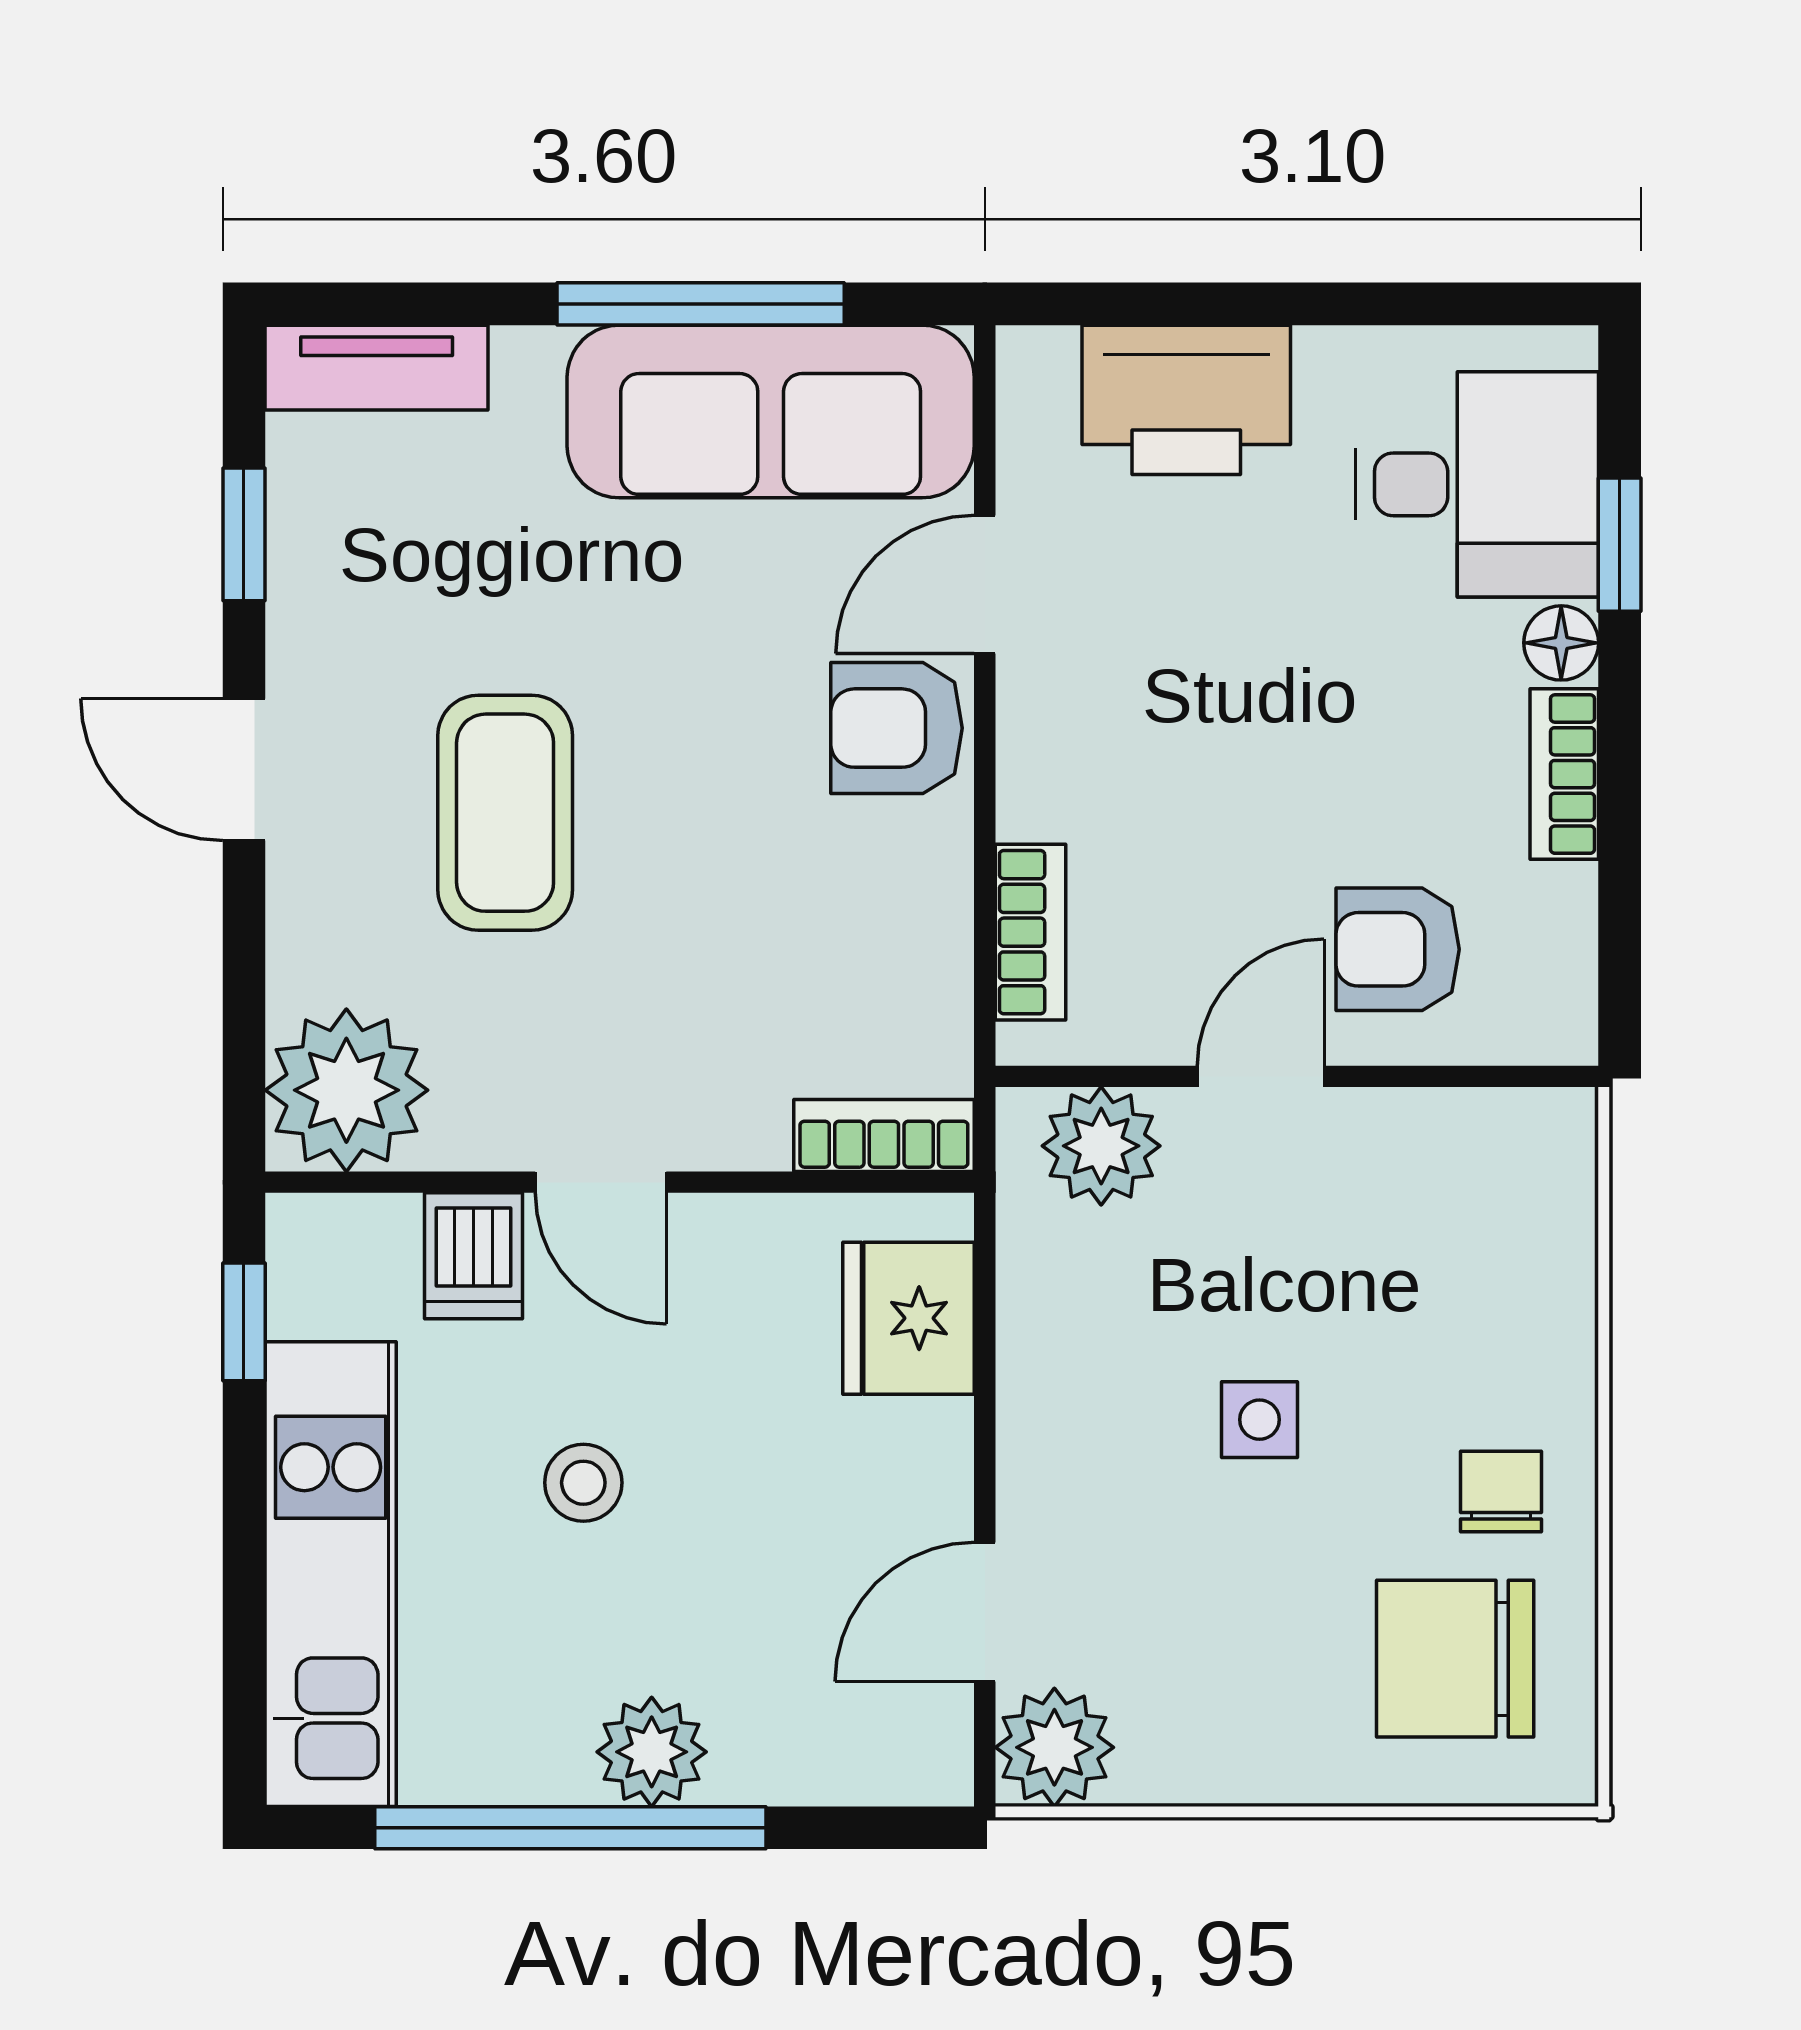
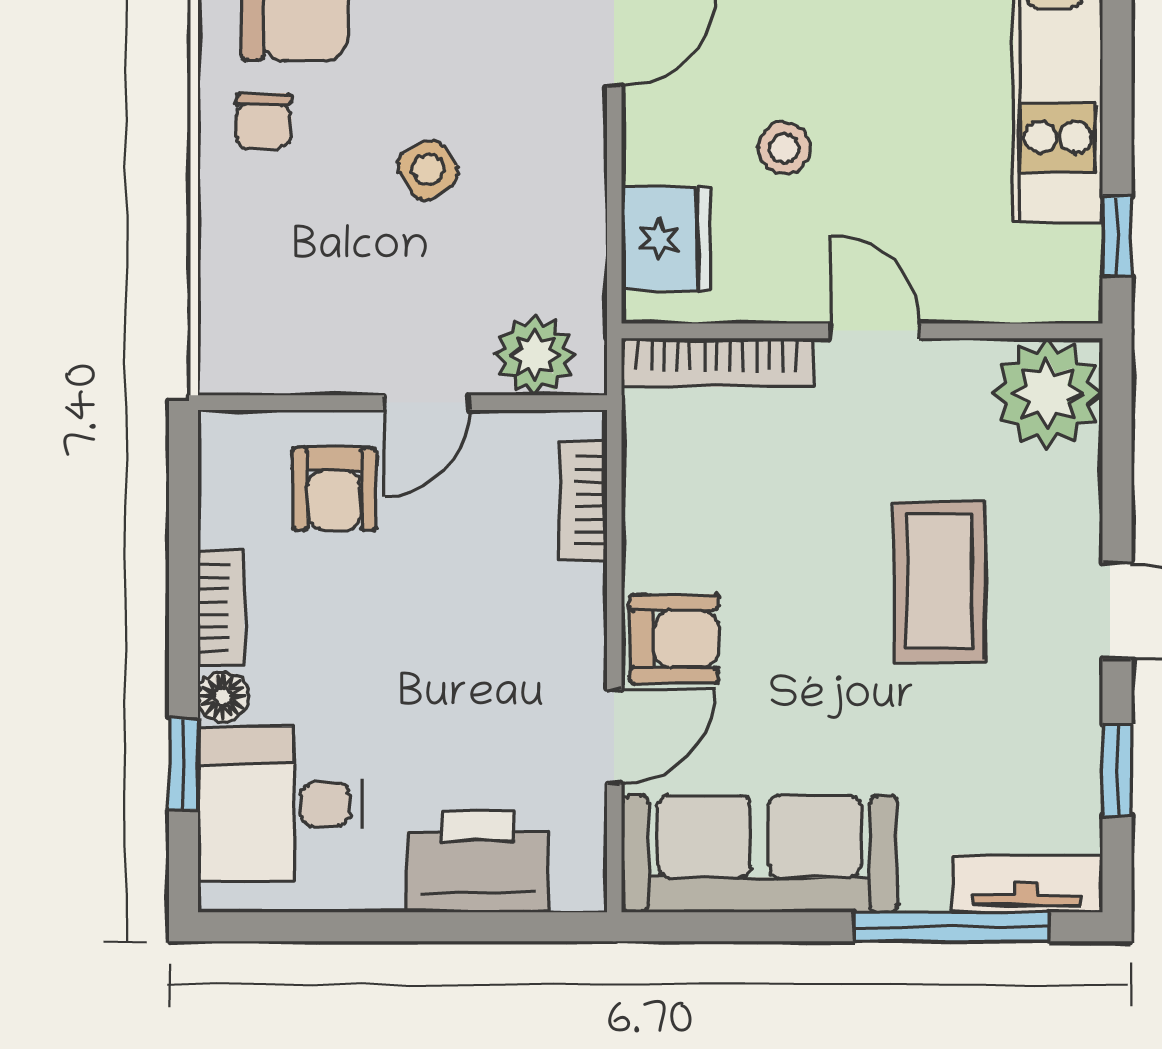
window: (701, 304) -> (952, 927), moved
armchair: (1398, 949) -> (334, 489), turned 90
bookcase: (884, 1136) -> (717, 362), width x1.56
dishwasher: (474, 1256) -> (961, 281), removed
side table: (1259, 1420) -> (428, 170), turned -32
stool: (583, 1483) -> (784, 148), moved

